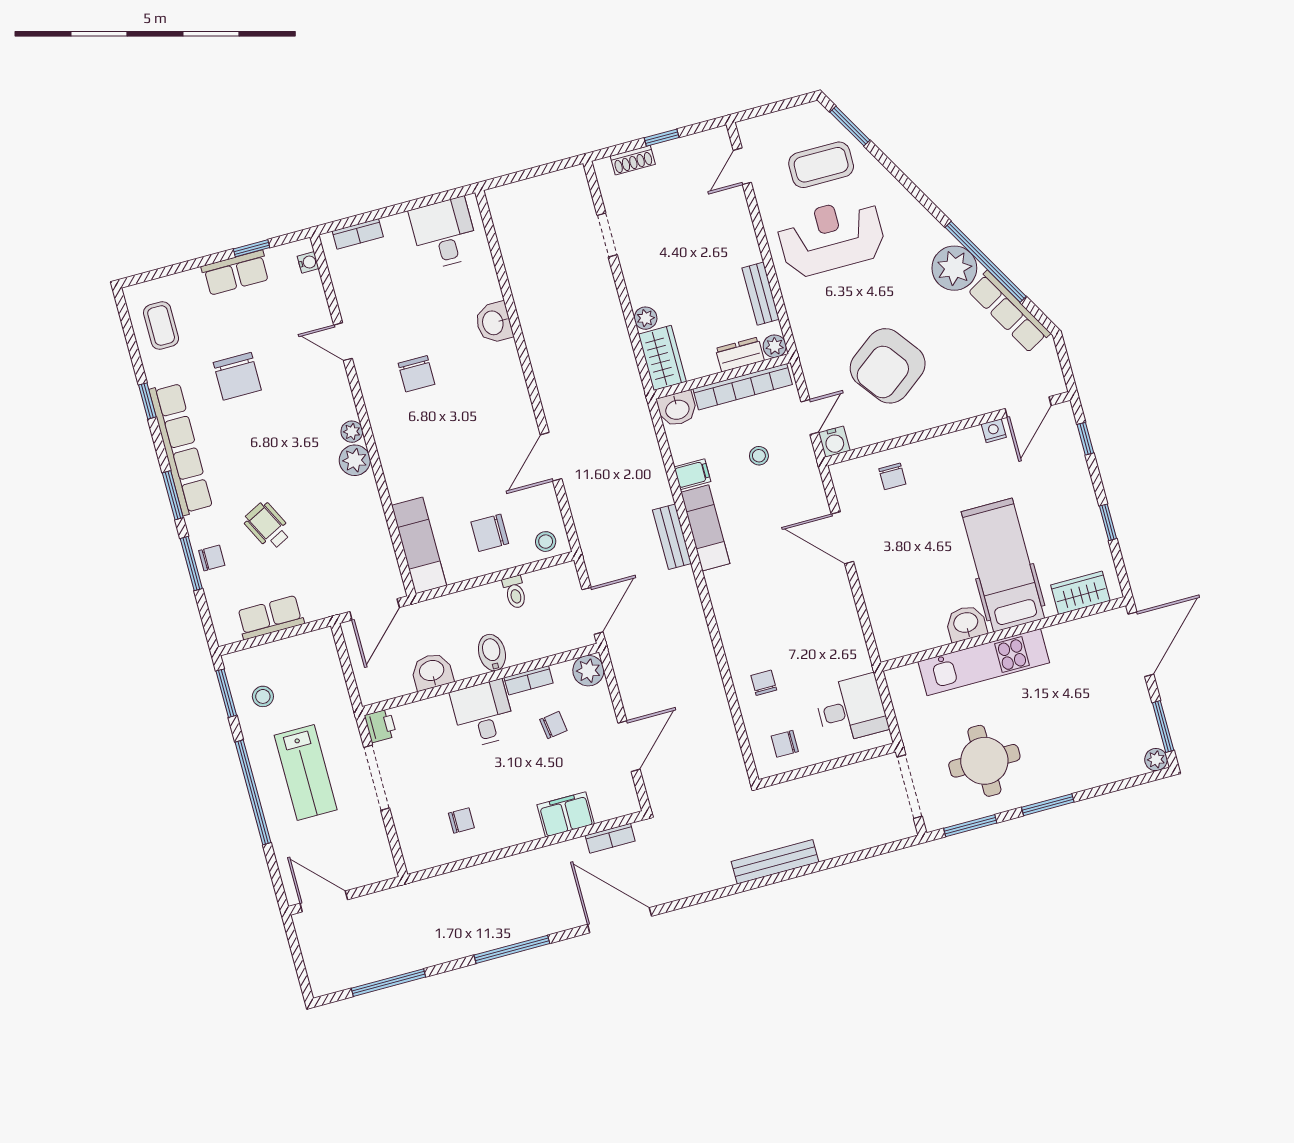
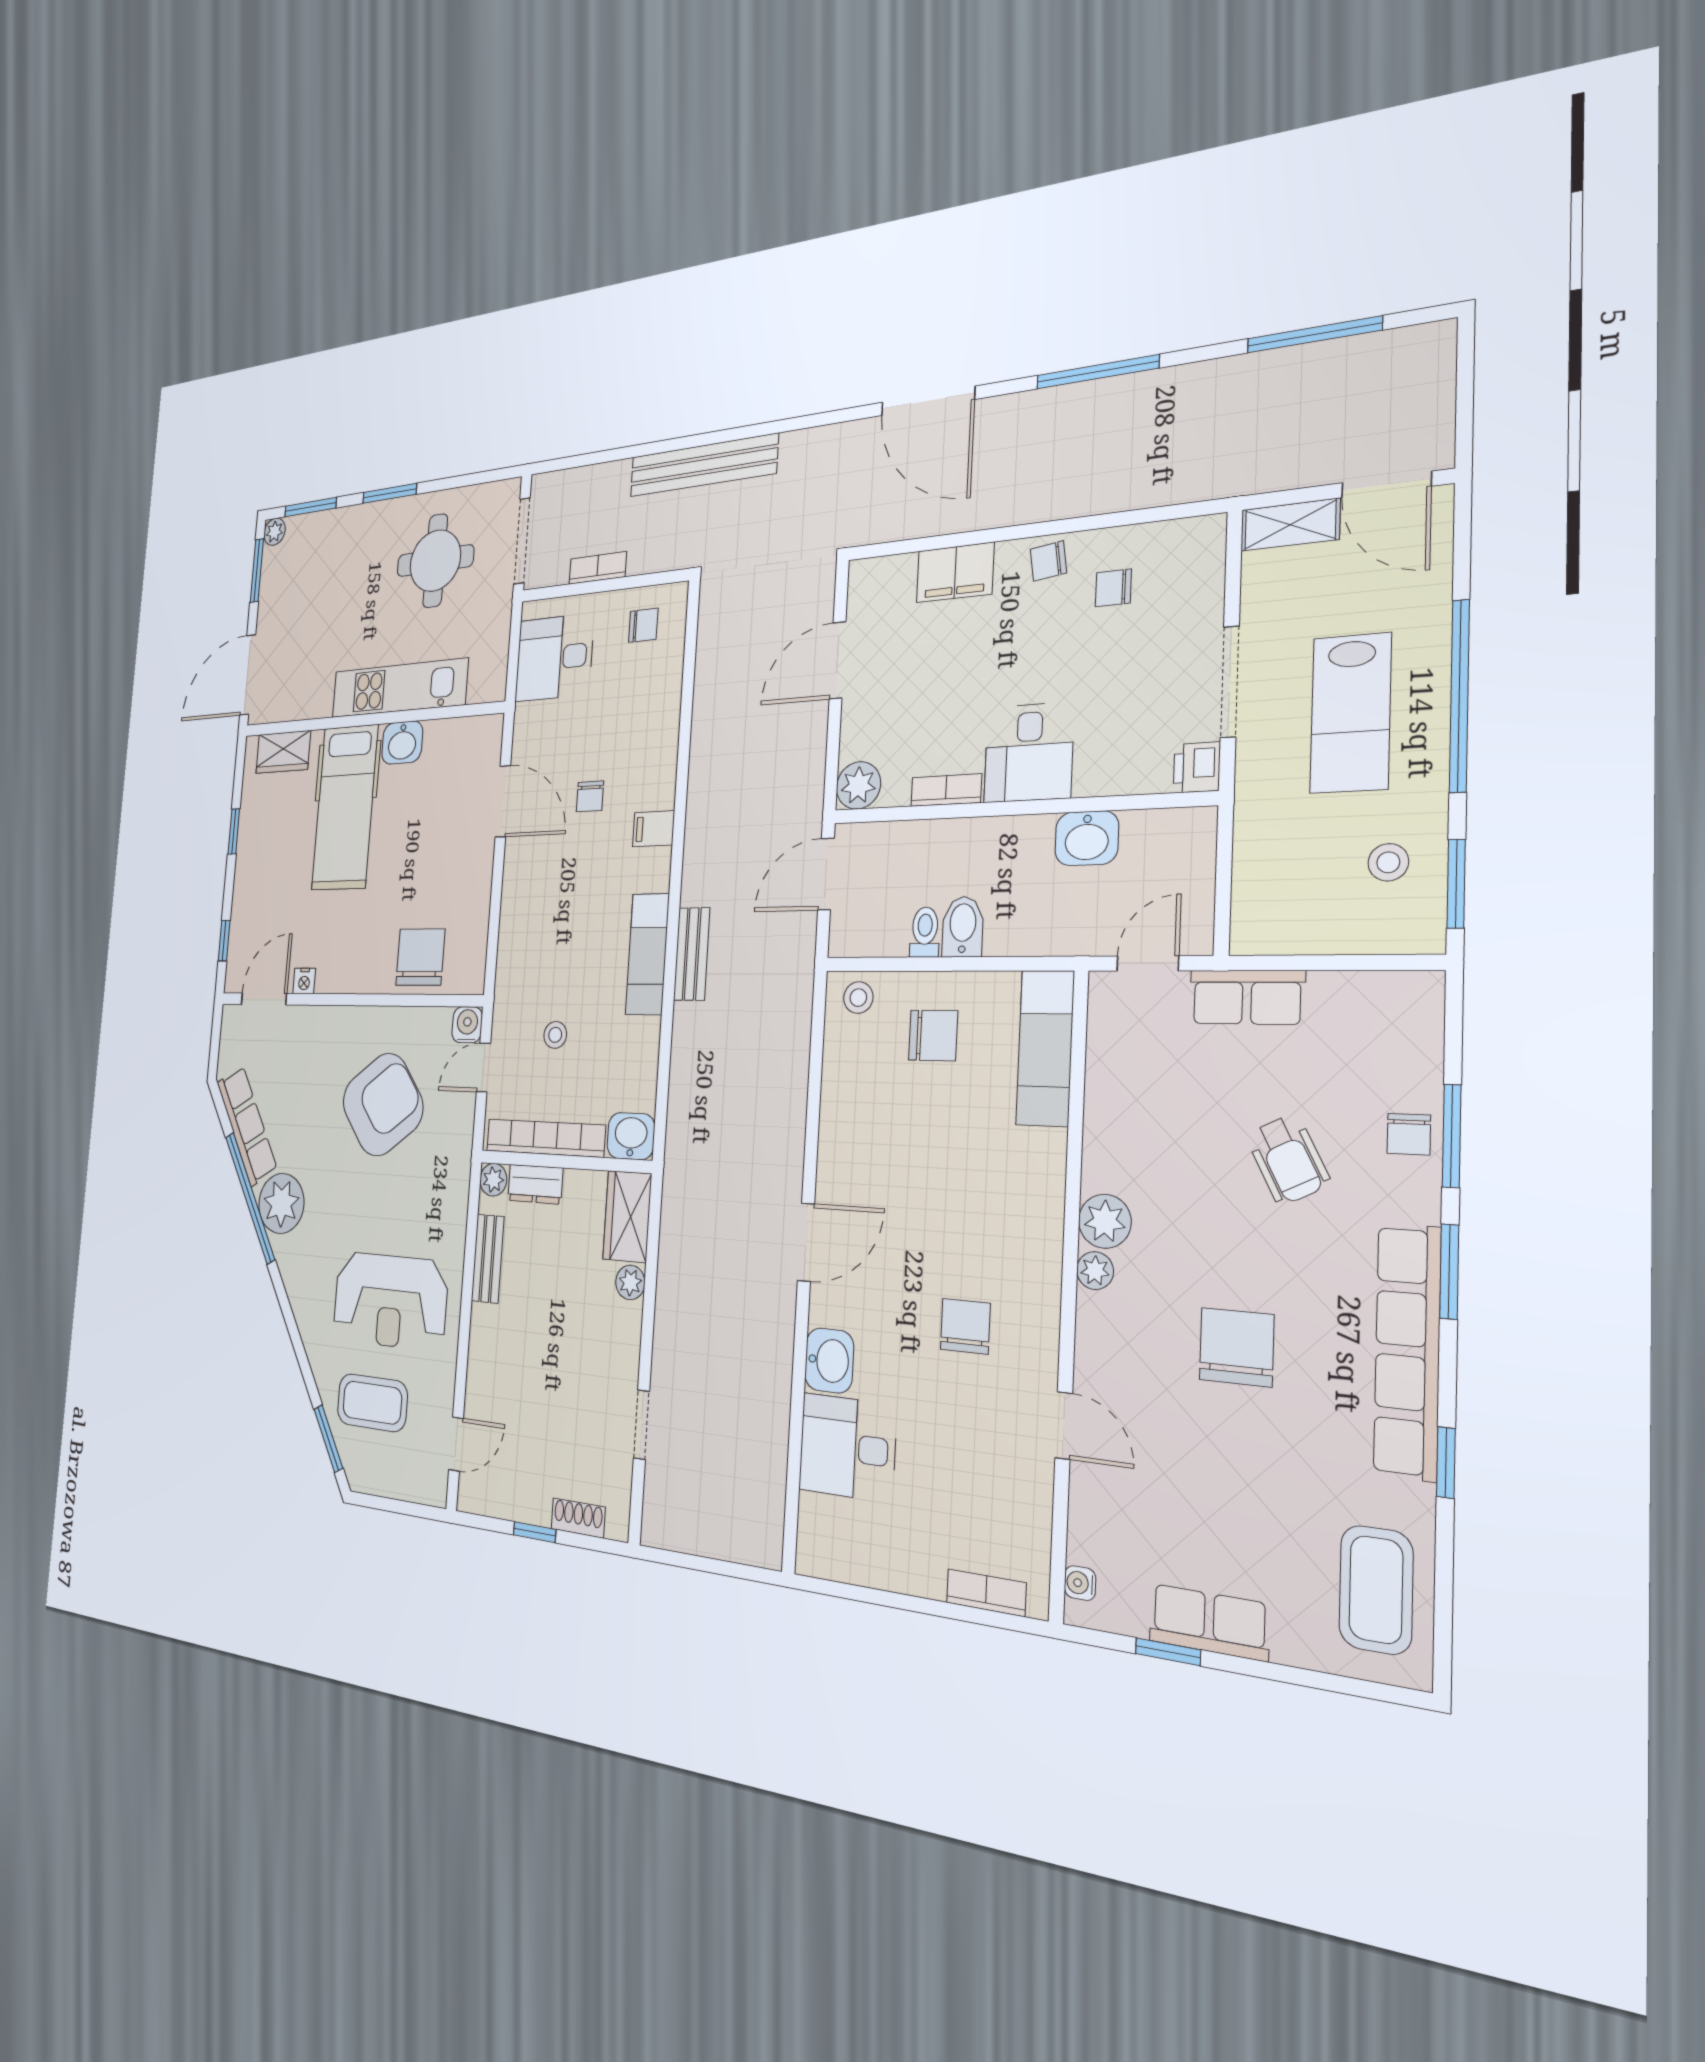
desk: (444, 233) -> (848, 1447), moved, turned 90
coffee table: (161, 325) -> (1376, 1590), width x1.36, depth x1.30
chair: (237, 376) -> (1237, 1347), moved
door: (551, 457) -> (806, 1242), moved
filing cabinet: (692, 474) -> (654, 829), moved
chair: (892, 476) -> (420, 957), width x1.87, depth x1.87
door: (842, 538) -> (503, 801), moved
chair: (212, 558) -> (1409, 1134), turned -90
door: (375, 609) -> (1148, 963), width x0.73
row of seats: (270, 617) -> (1247, 997), moved
bidet: (492, 653) -> (963, 927), moved, turned 180
chair: (764, 683) -> (590, 796), moved
chair: (553, 725) -> (1048, 561), moved
lab bench: (306, 773) -> (1351, 713), turned 180
window: (970, 826) -> (311, 507), moved
bookcase: (610, 838) -> (598, 568), moved
bench: (775, 862) -> (703, 465), width x1.37, depth x1.21
shelving: (369, 872) -> (1290, 525), added

